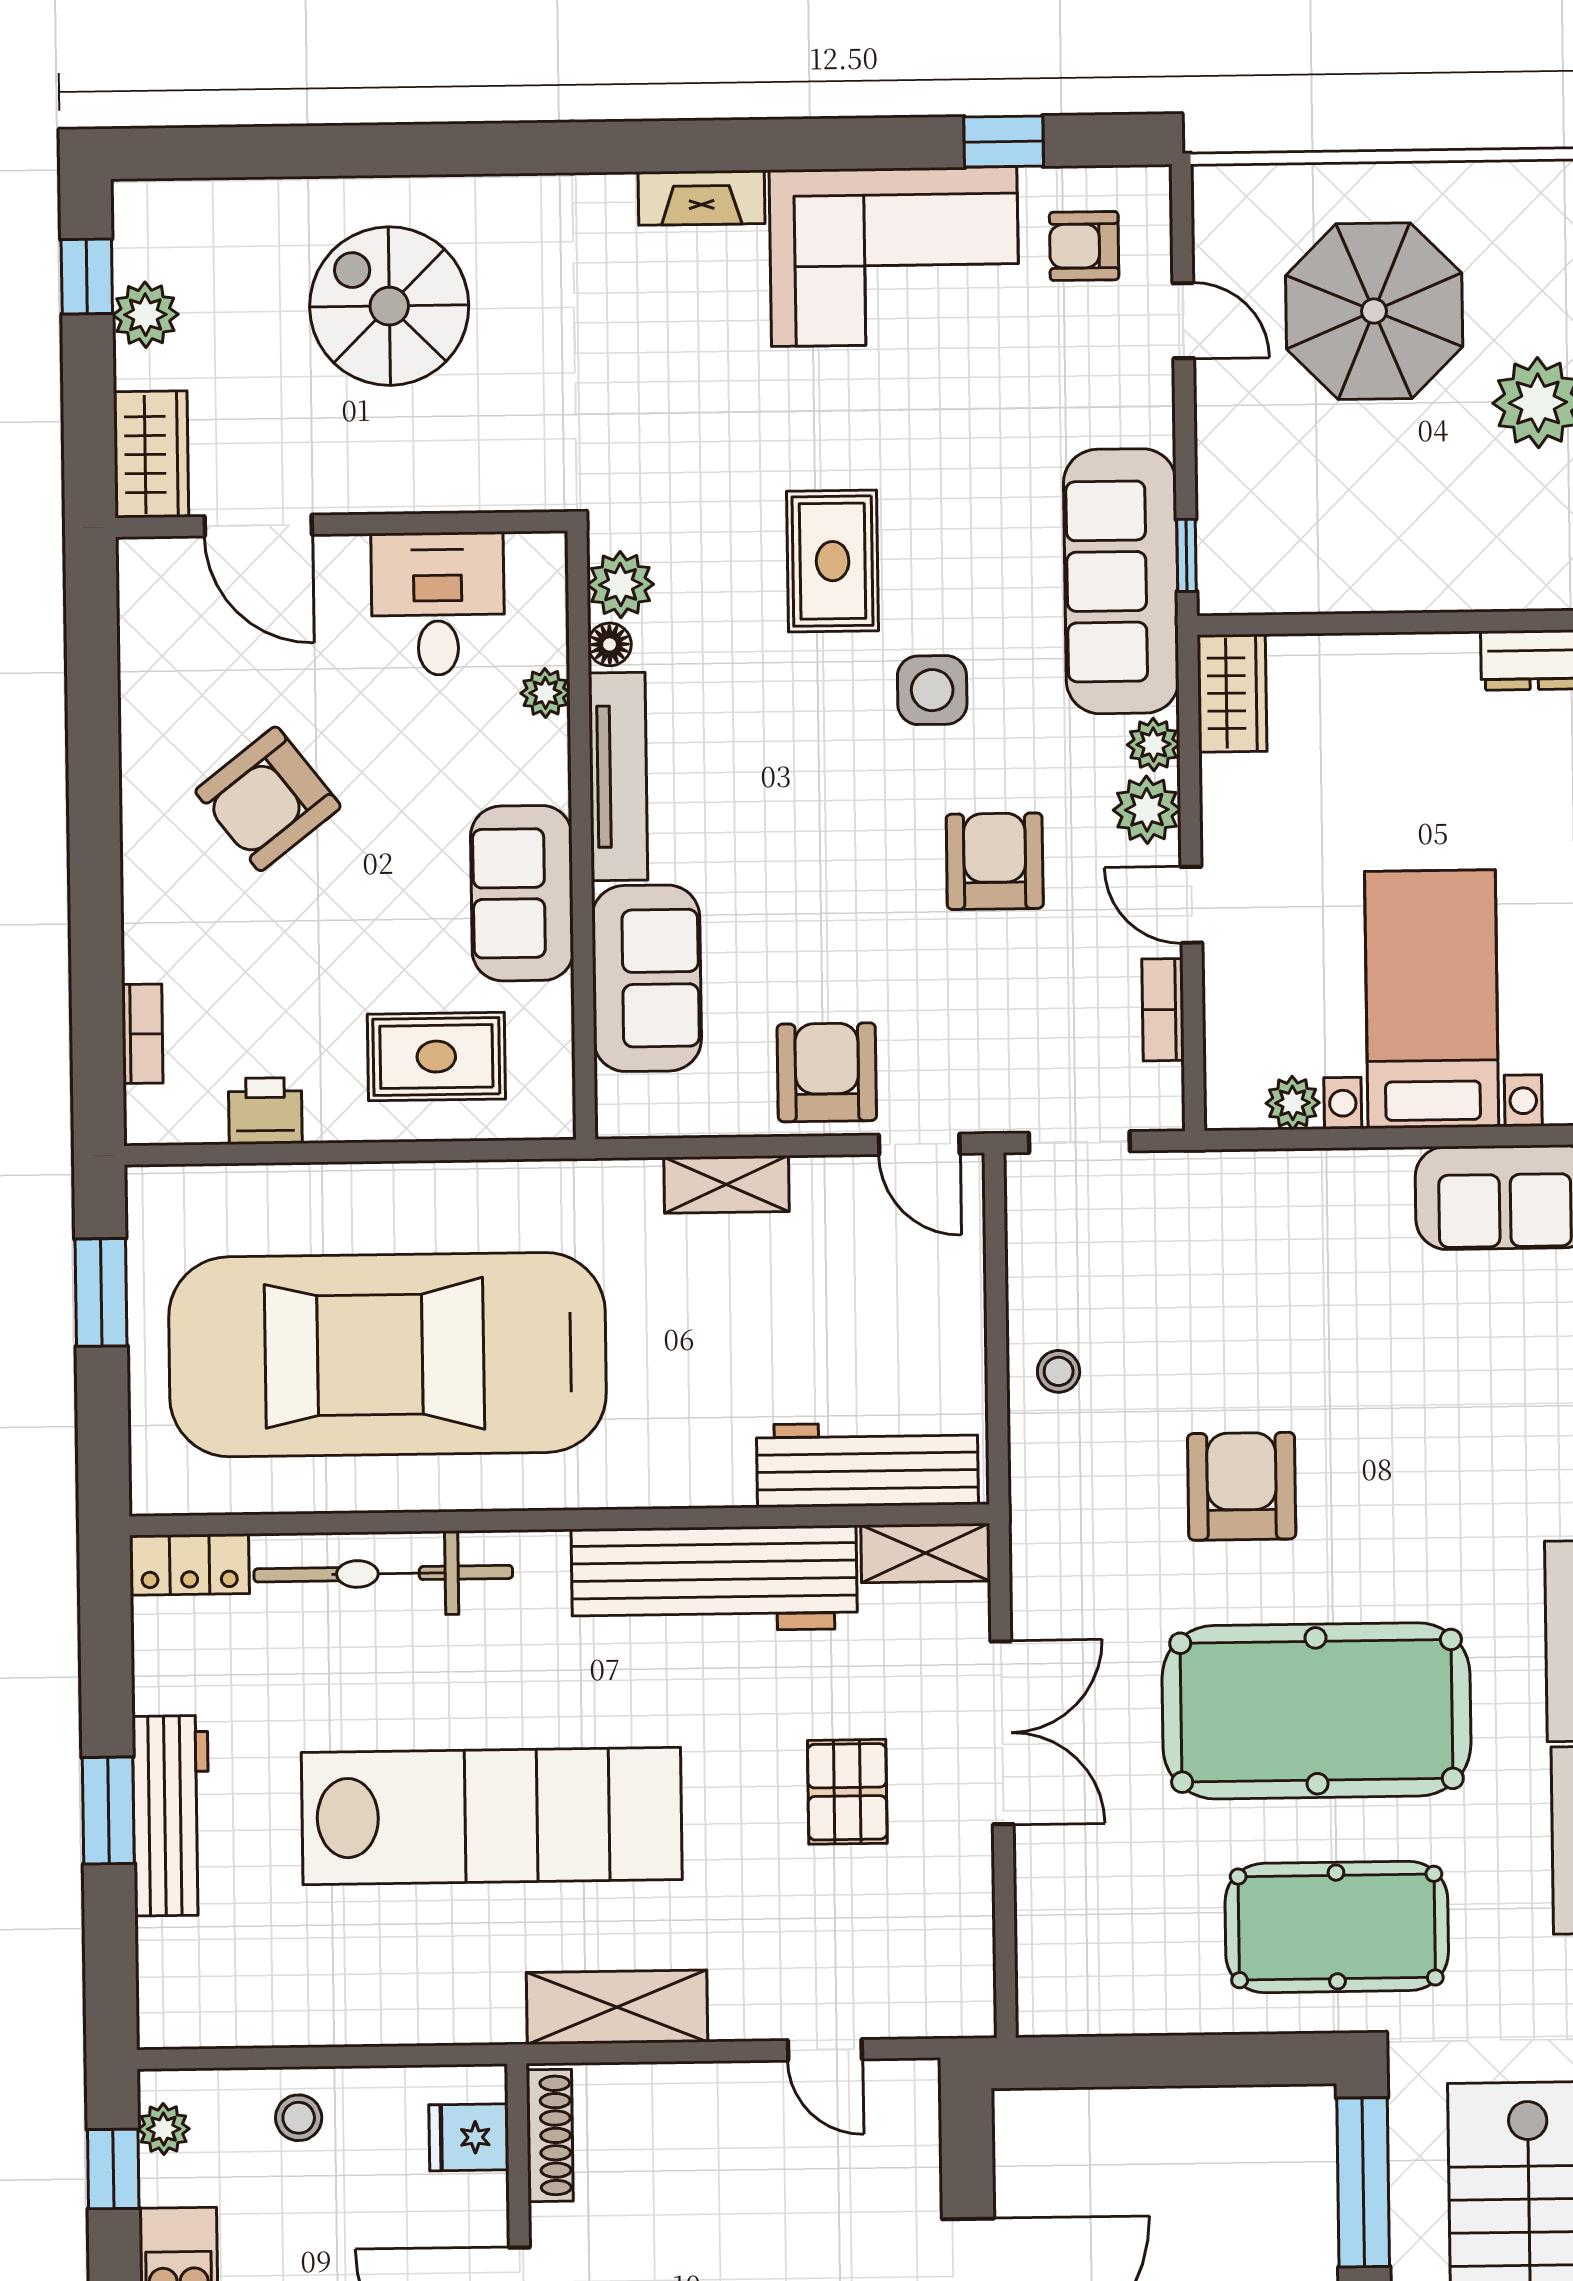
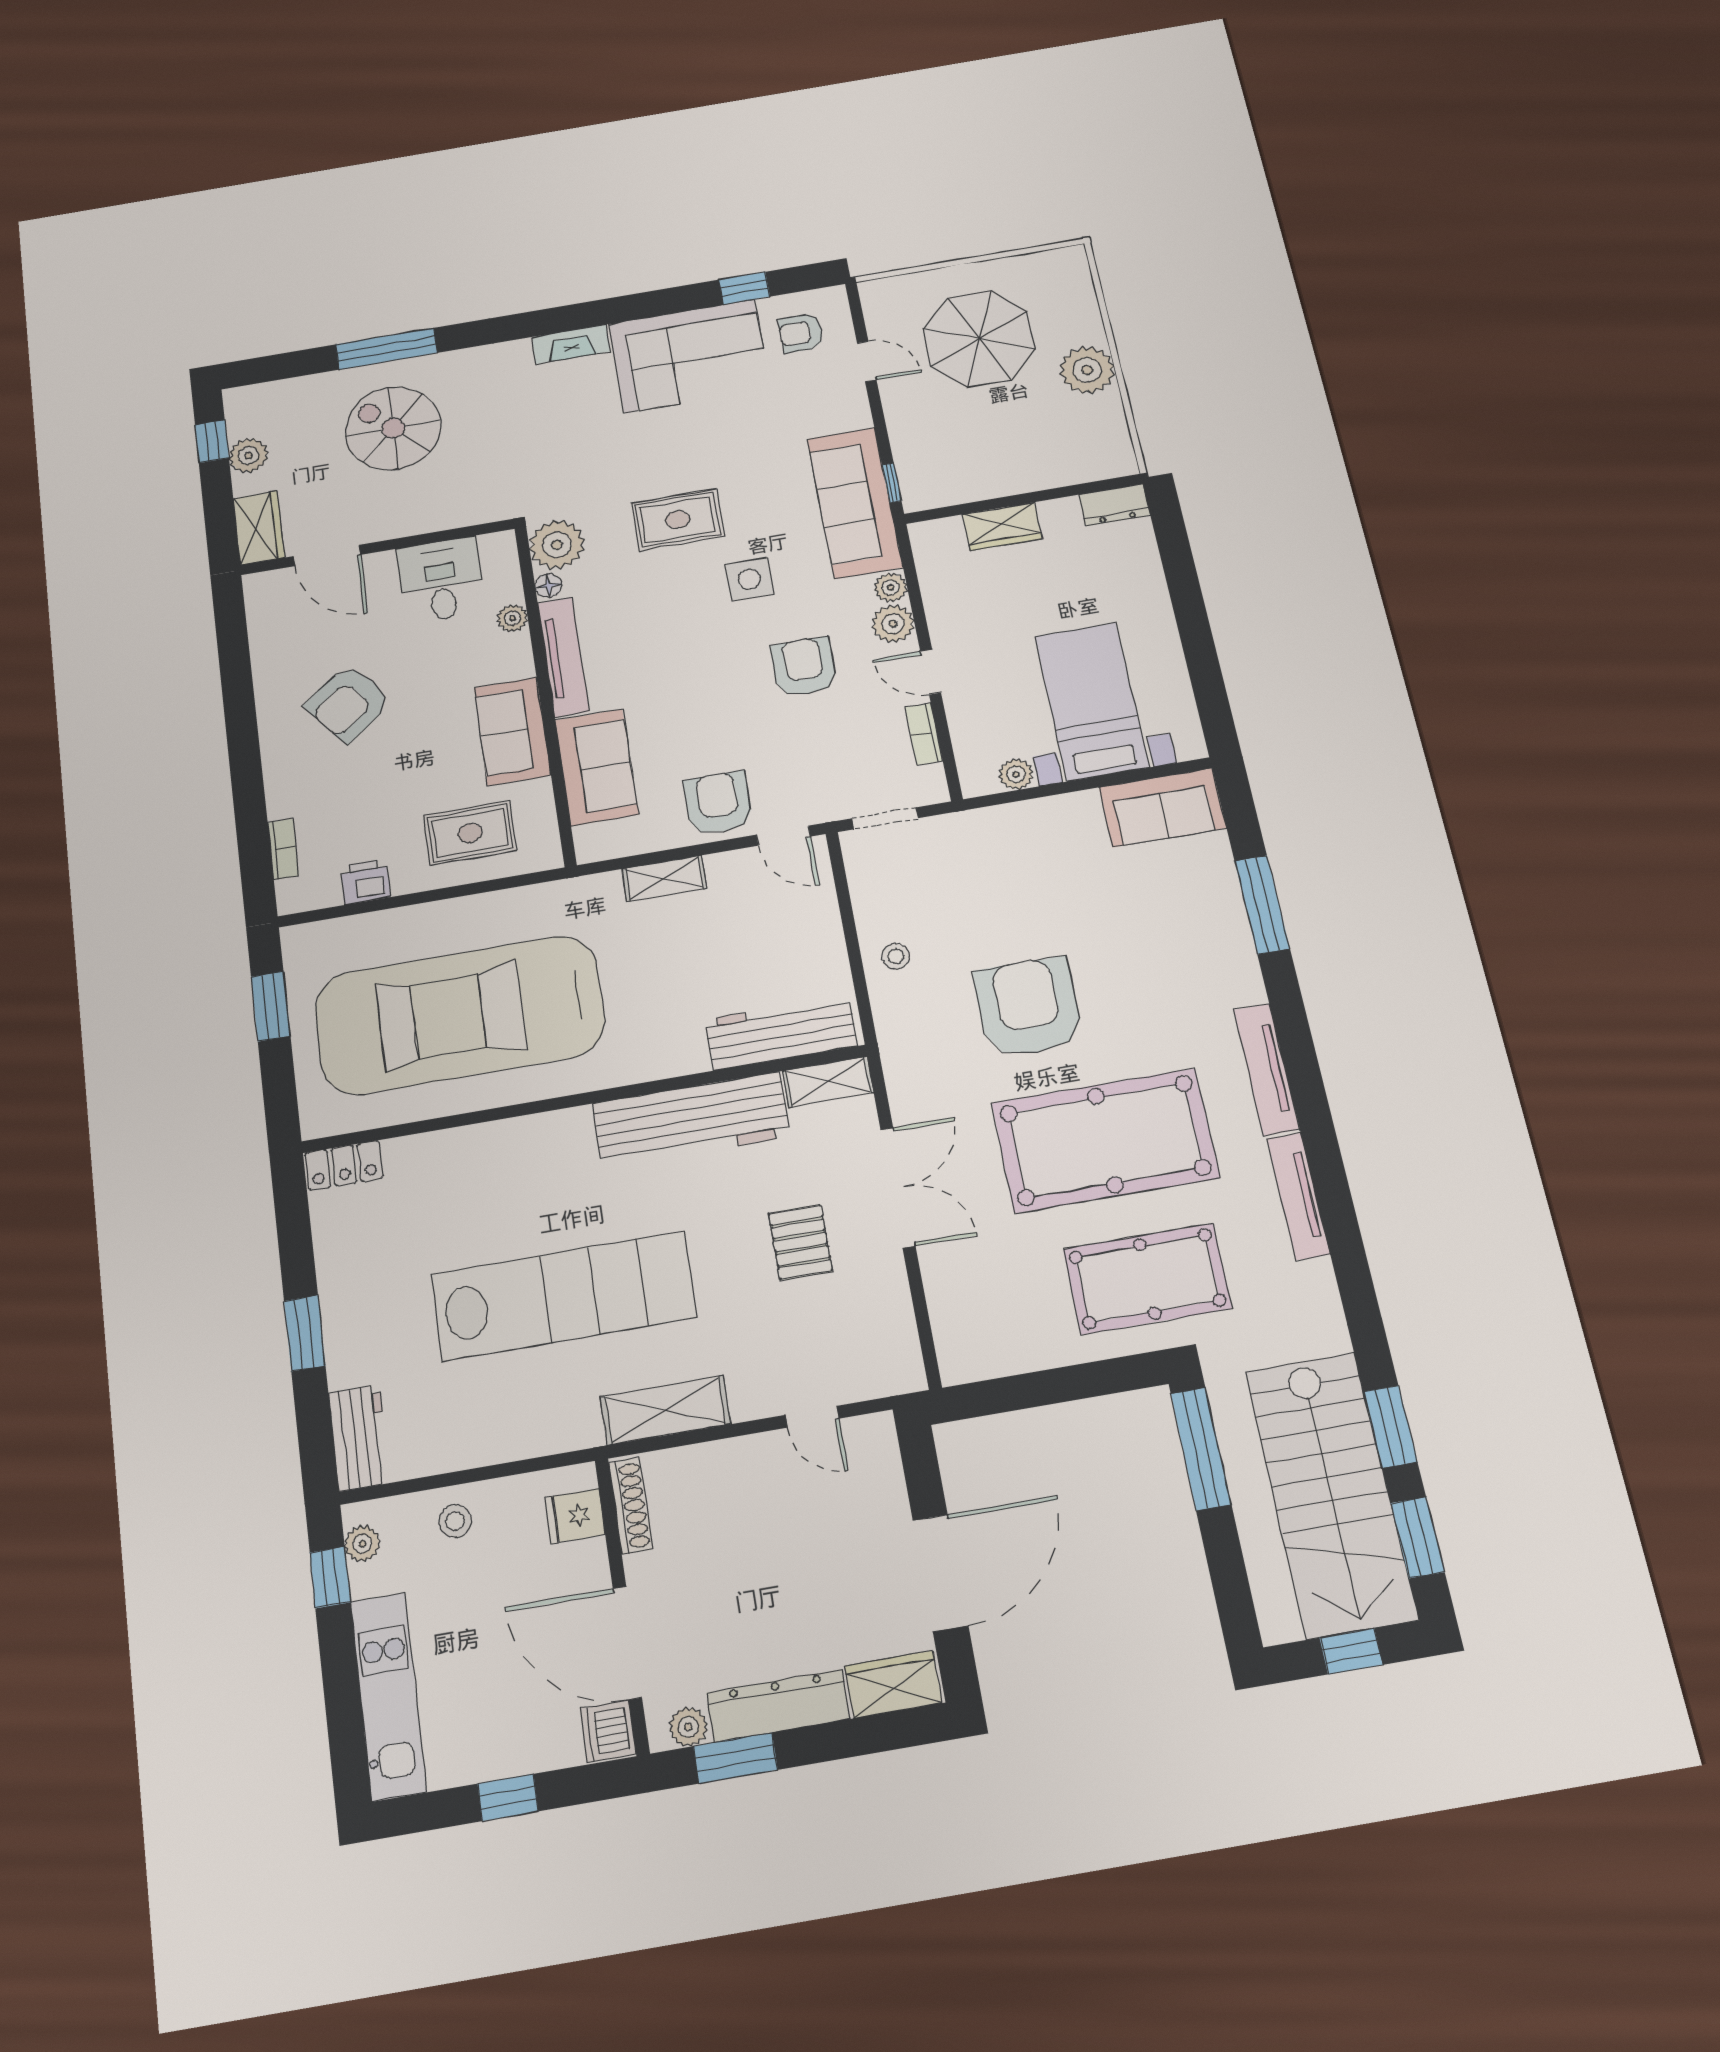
window: (393, 150) -> (386, 349), added
rug: (833, 561) -> (678, 520), turned 90
plant: (620, 585) -> (557, 545), width x1.36, depth x1.36
wardrobe: (1232, 693) -> (1002, 527), moved, turned 90
armchair: (1242, 1486) -> (1028, 1008), width x1.36, depth x1.36
bicycle: (383, 1574) -> (472, 1151), removed
workbench: (171, 1816) -> (359, 1438), moved, width x0.73

